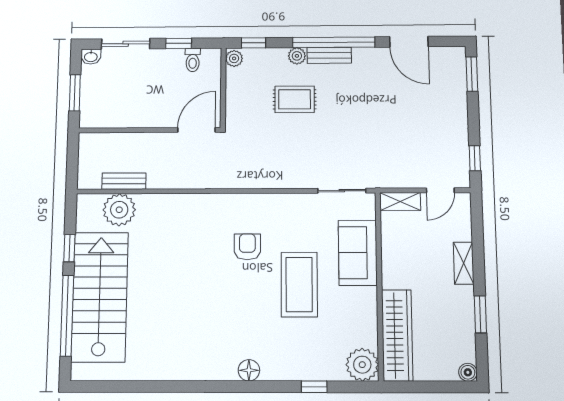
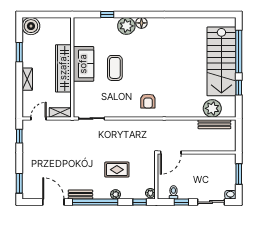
bench: (329, 55) -> (80, 195), moved
bench: (124, 181) -> (214, 124), width x1.36
armchair: (247, 247) -> (148, 101), moved
sofa: (358, 253) -> (83, 64), moved
coffee table: (299, 284) -> (115, 68), width x0.73, depth x0.76
wardrobe: (397, 335) -> (63, 68), moved
plant: (362, 365) -> (126, 26), moved
boiler: (468, 372) -> (31, 26), width x1.86, depth x1.86

